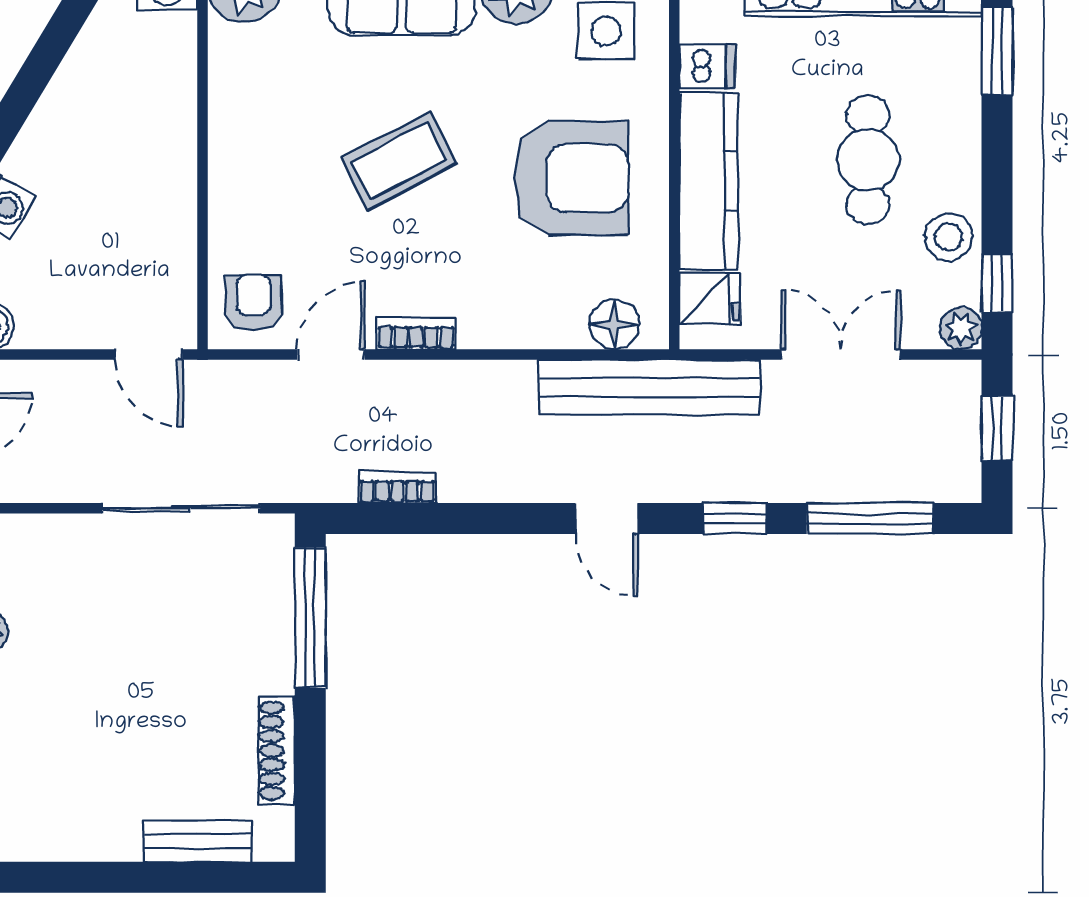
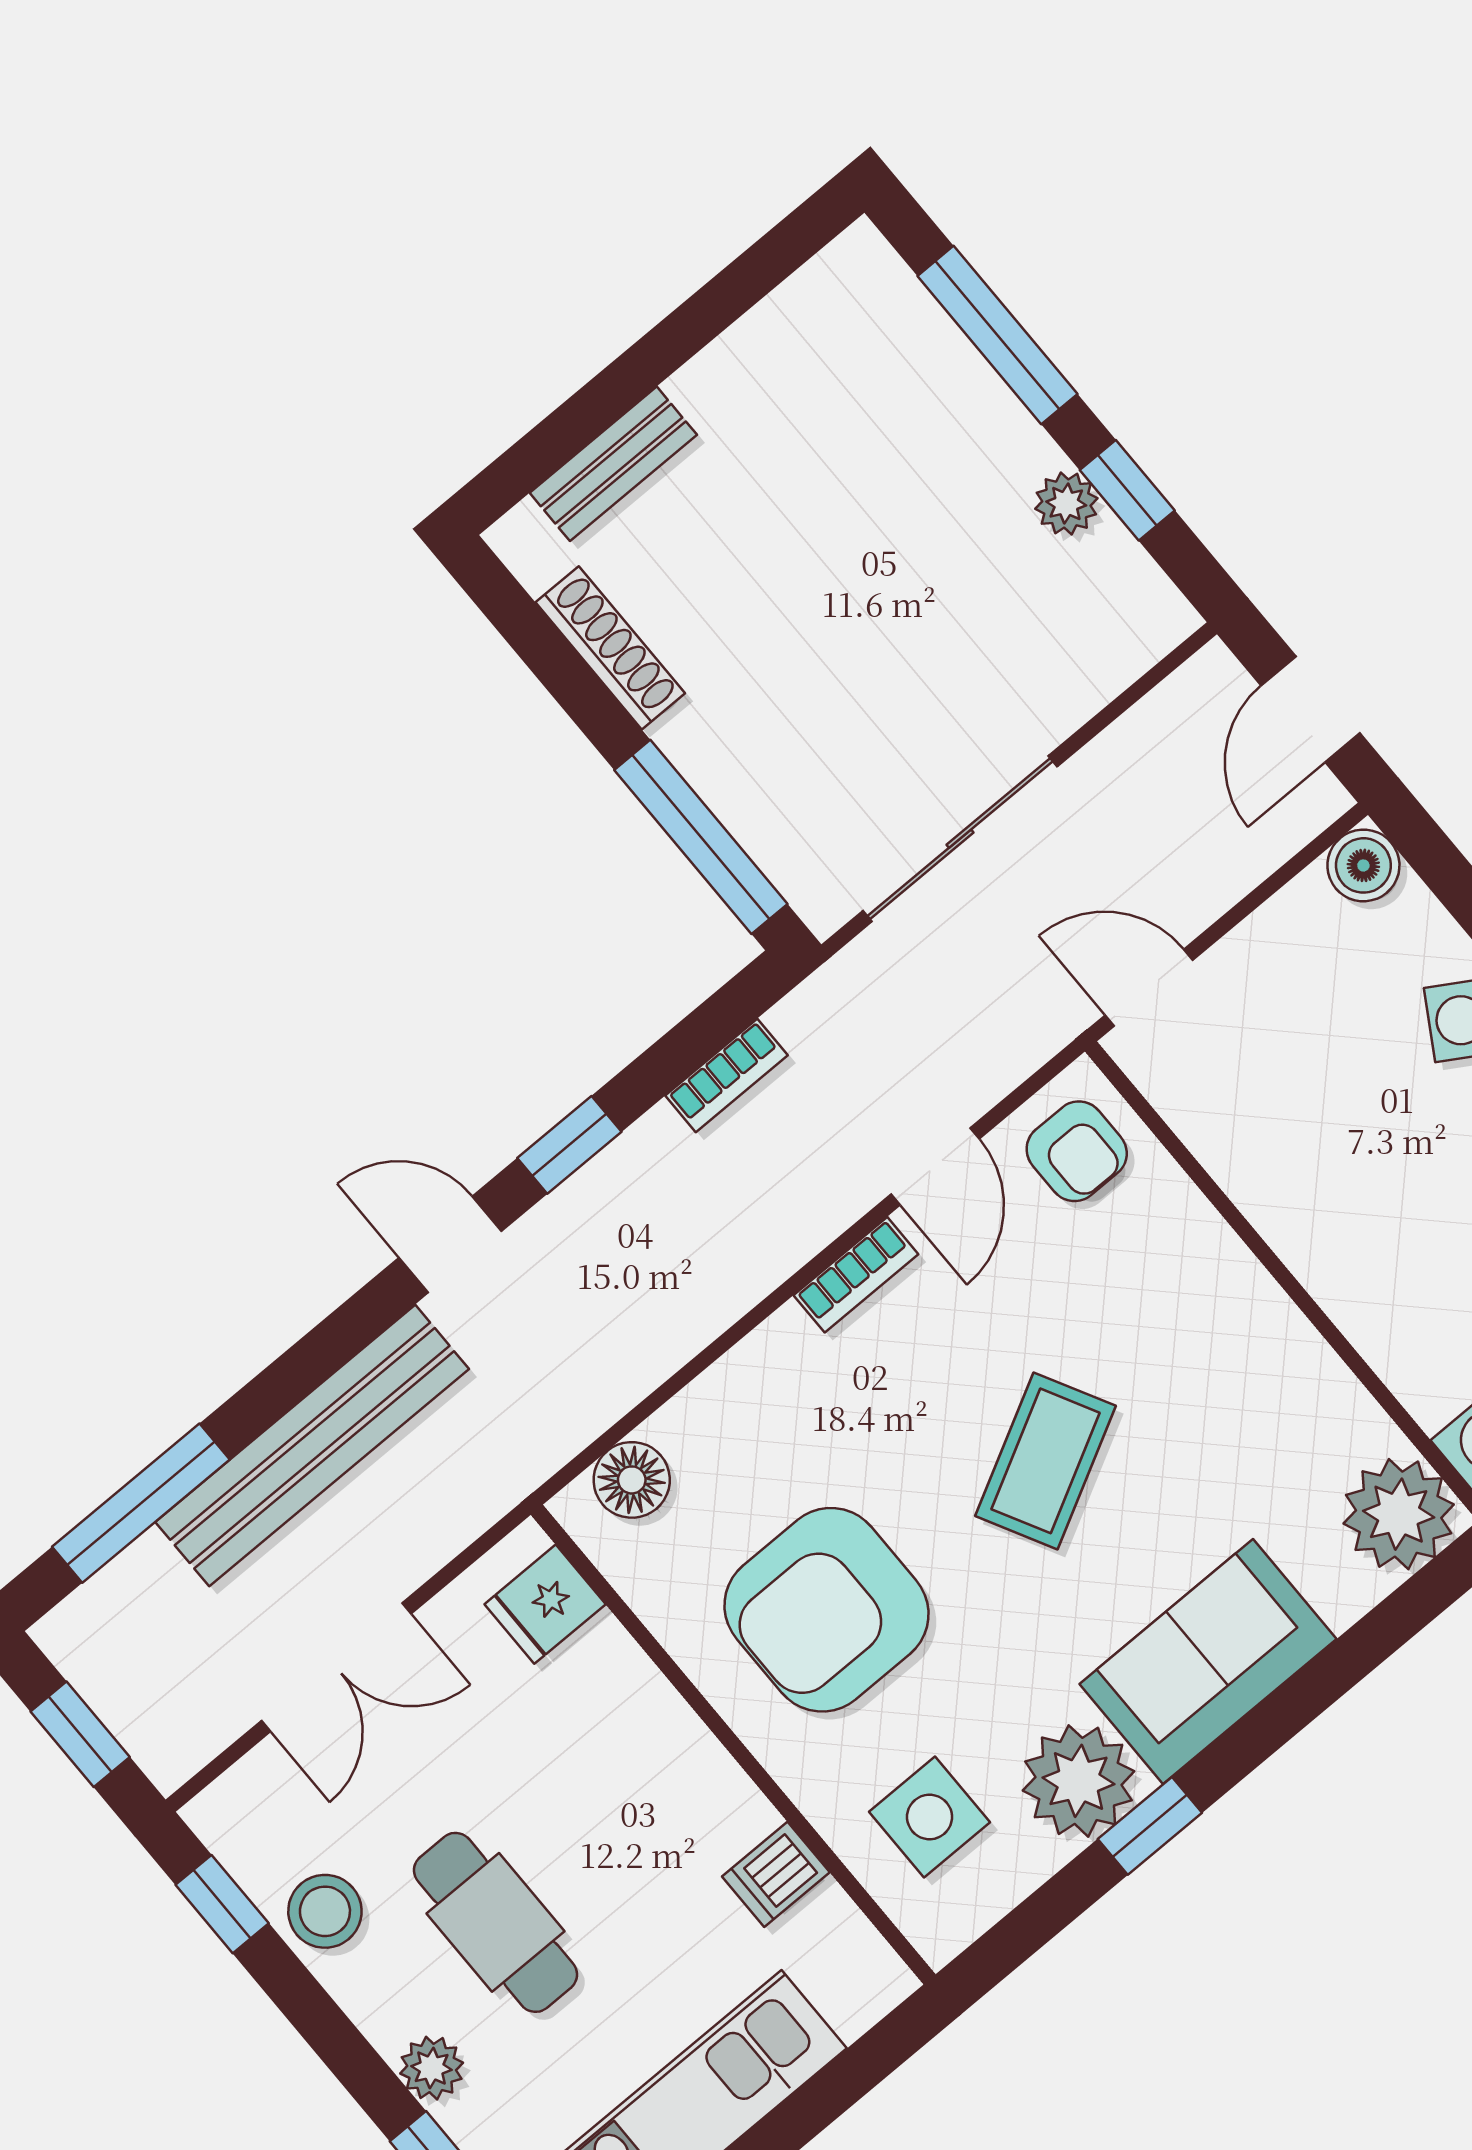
kitchen counter: (709, 181) -> (662, 1742), removed
plant: (961, 328) -> (432, 2068), moved
bench: (650, 387) -> (312, 1446), moved
window: (735, 519) -> (569, 1145), moved

